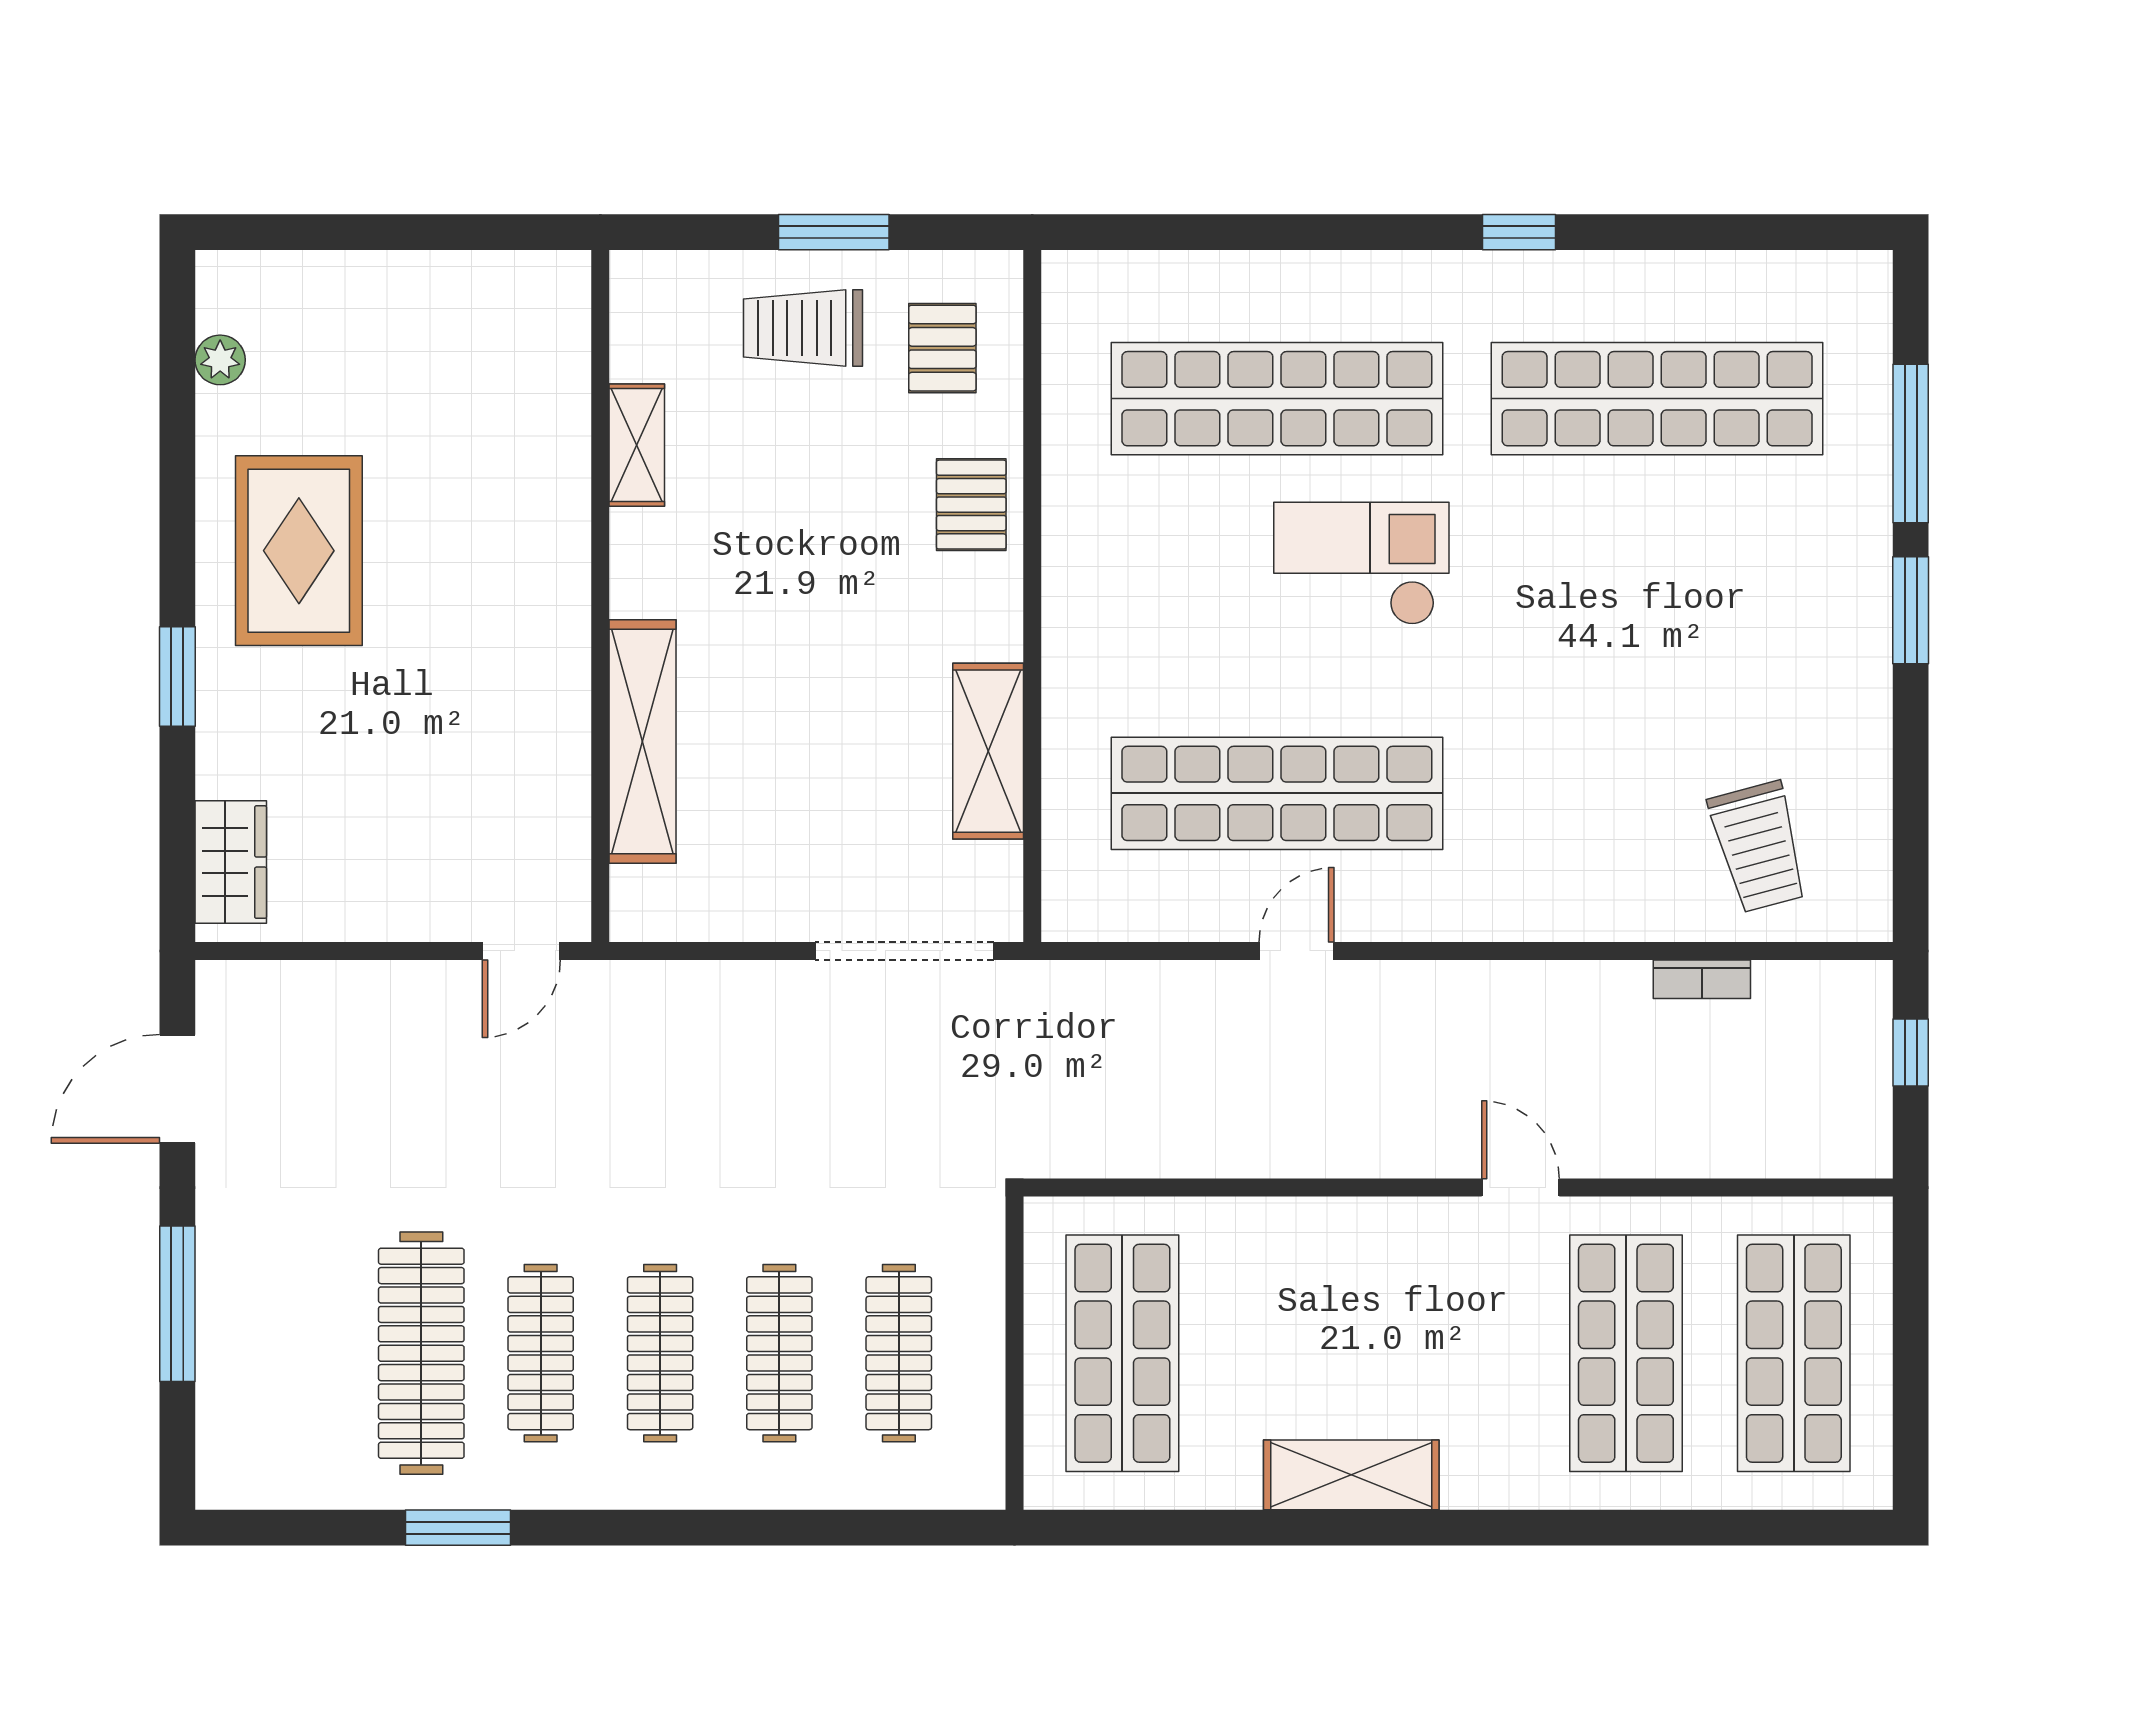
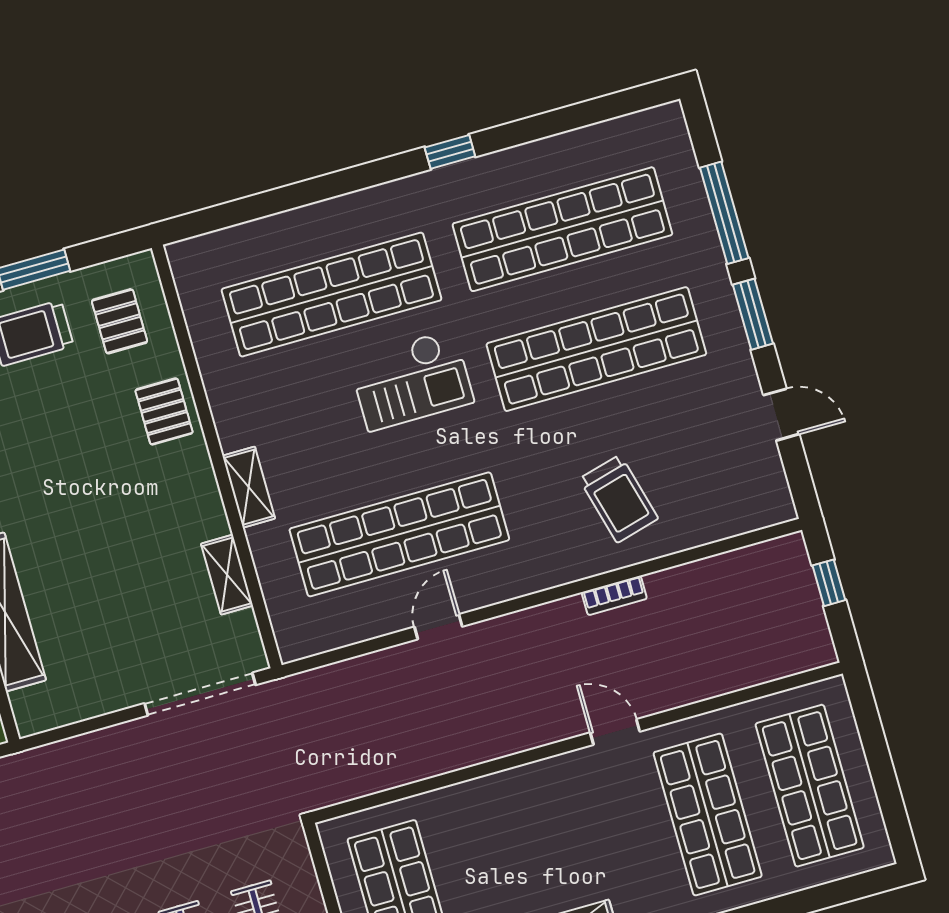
checkout: (1361, 564) -> (411, 380), turned 180
shop shelf: (1657, 596) -> (596, 349), added
shelving: (1068, 656) -> (249, 487), added
shelving: (988, 751) -> (227, 575), width x0.67, depth x0.75
door: (1911, 776) -> (781, 415), added
trolley: (1759, 847) -> (619, 499), moved
bookcase: (1702, 979) -> (614, 595), moved

